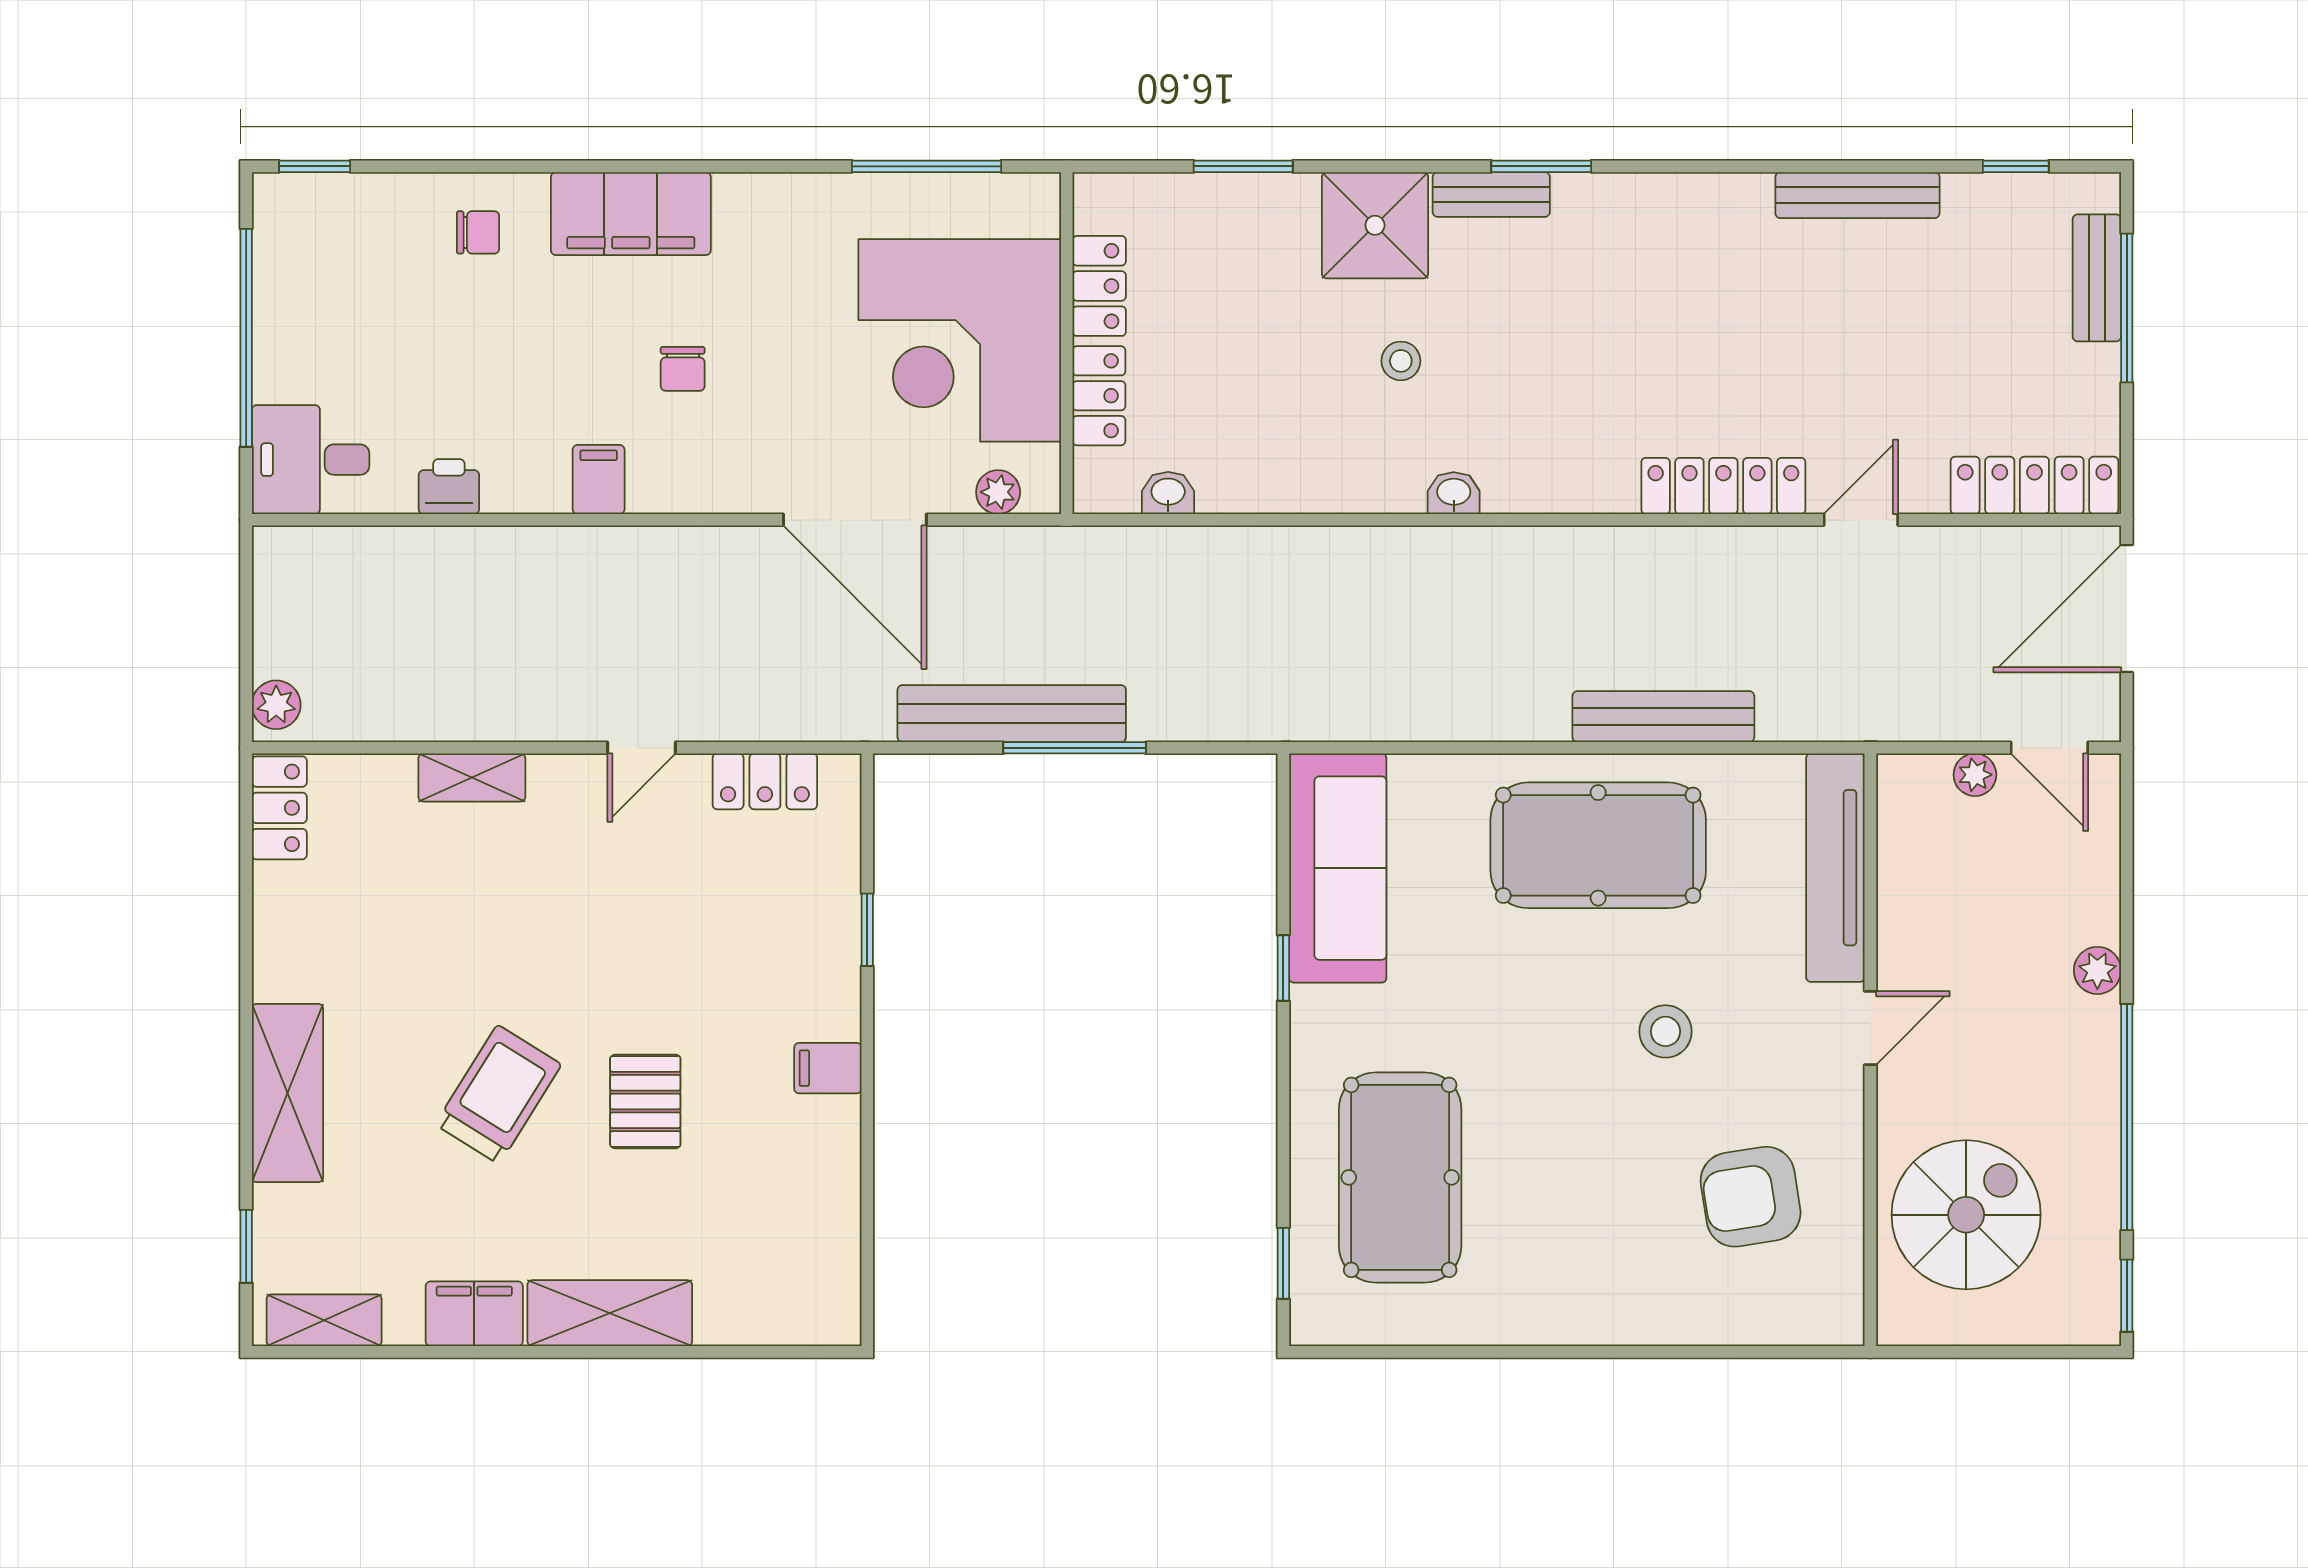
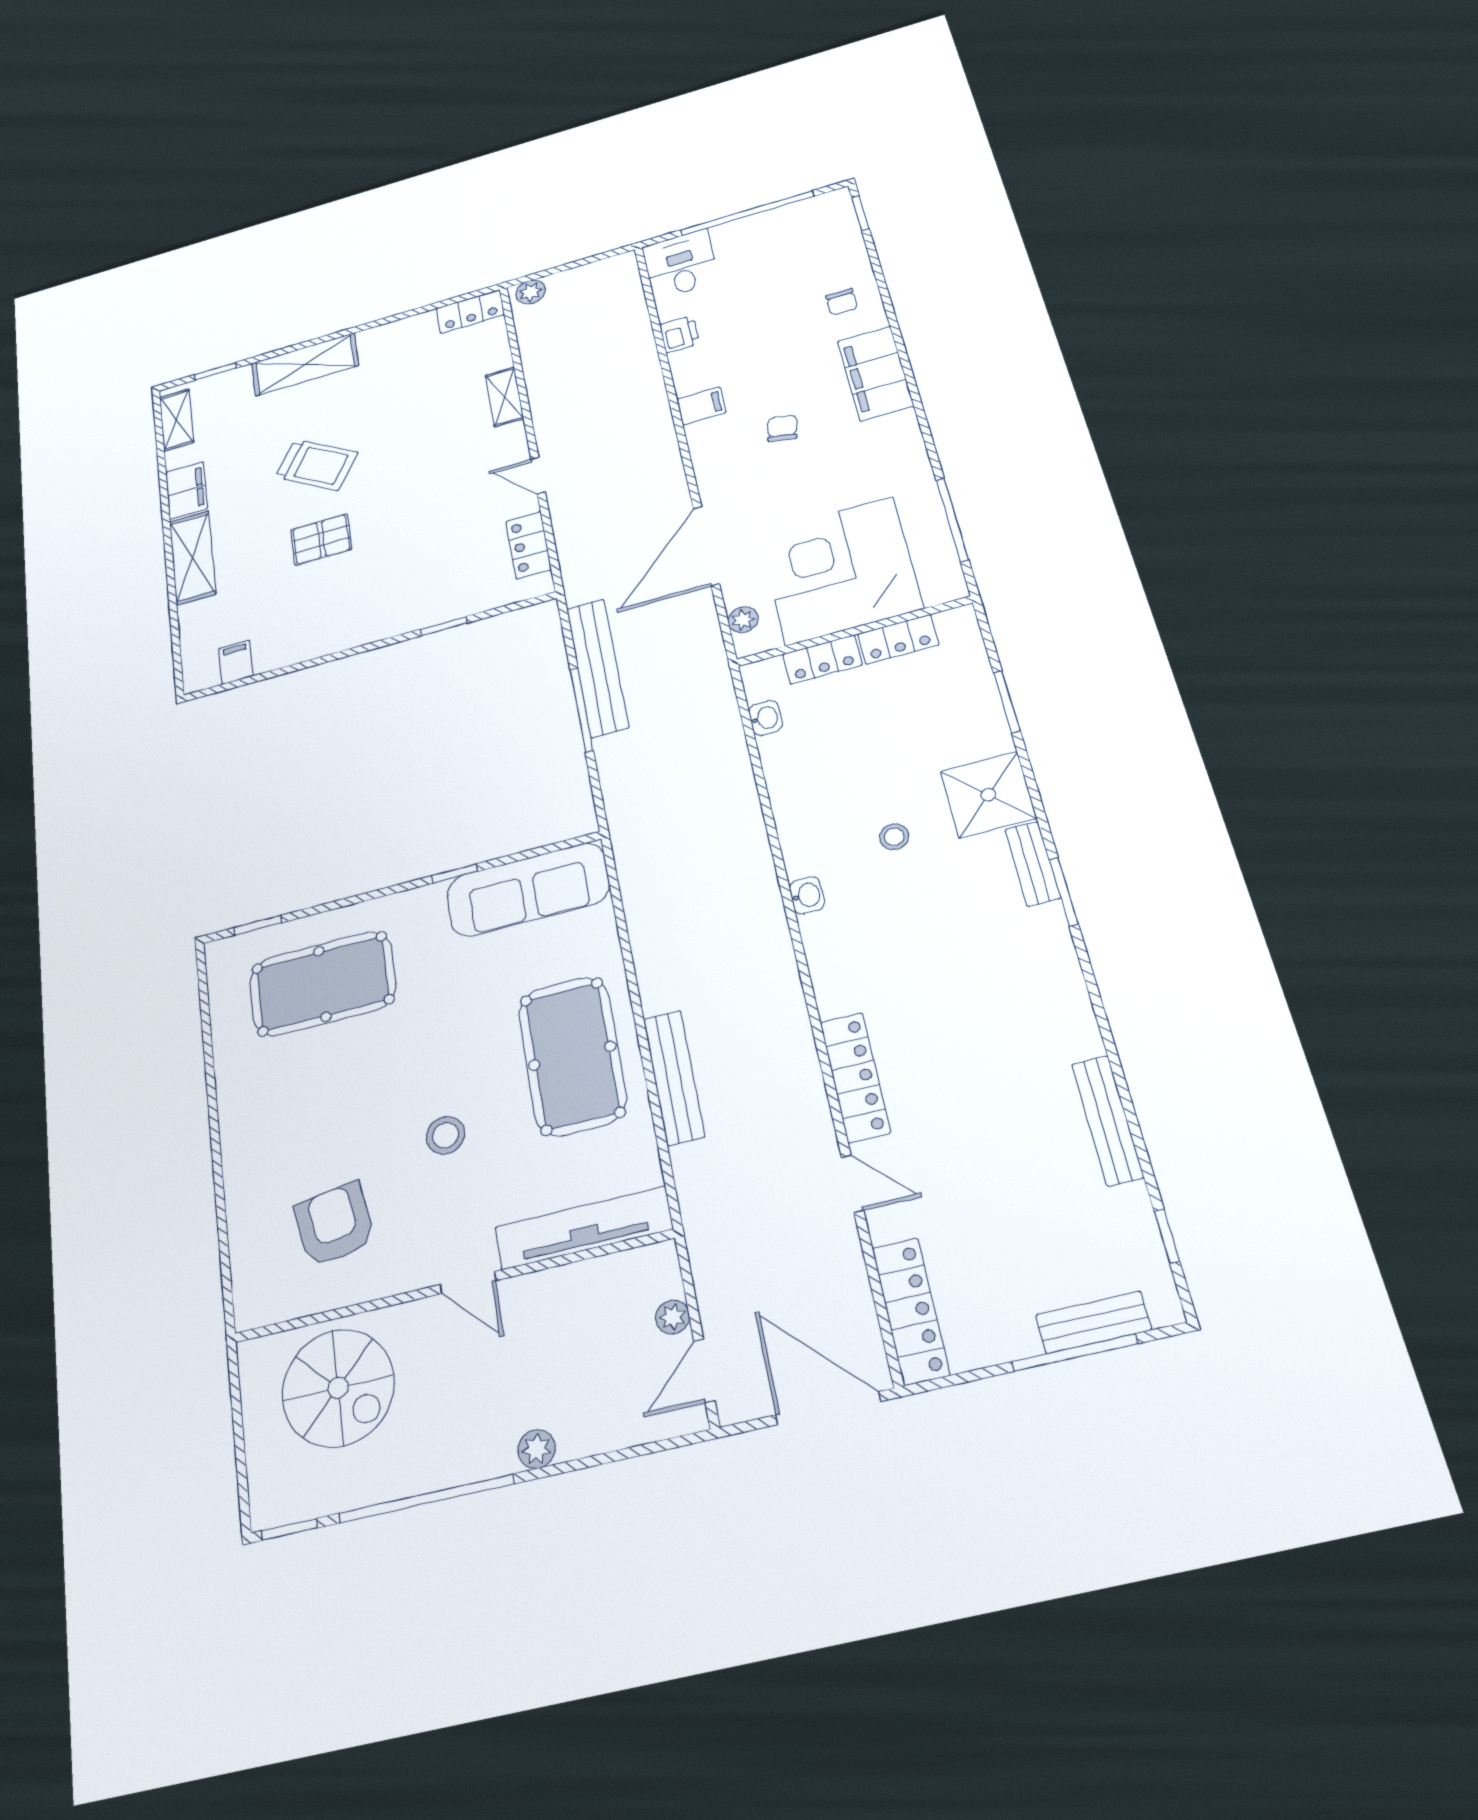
chair: (683, 369) -> (782, 428), turned 102
filing cabinet: (828, 1068) -> (236, 662), moved

